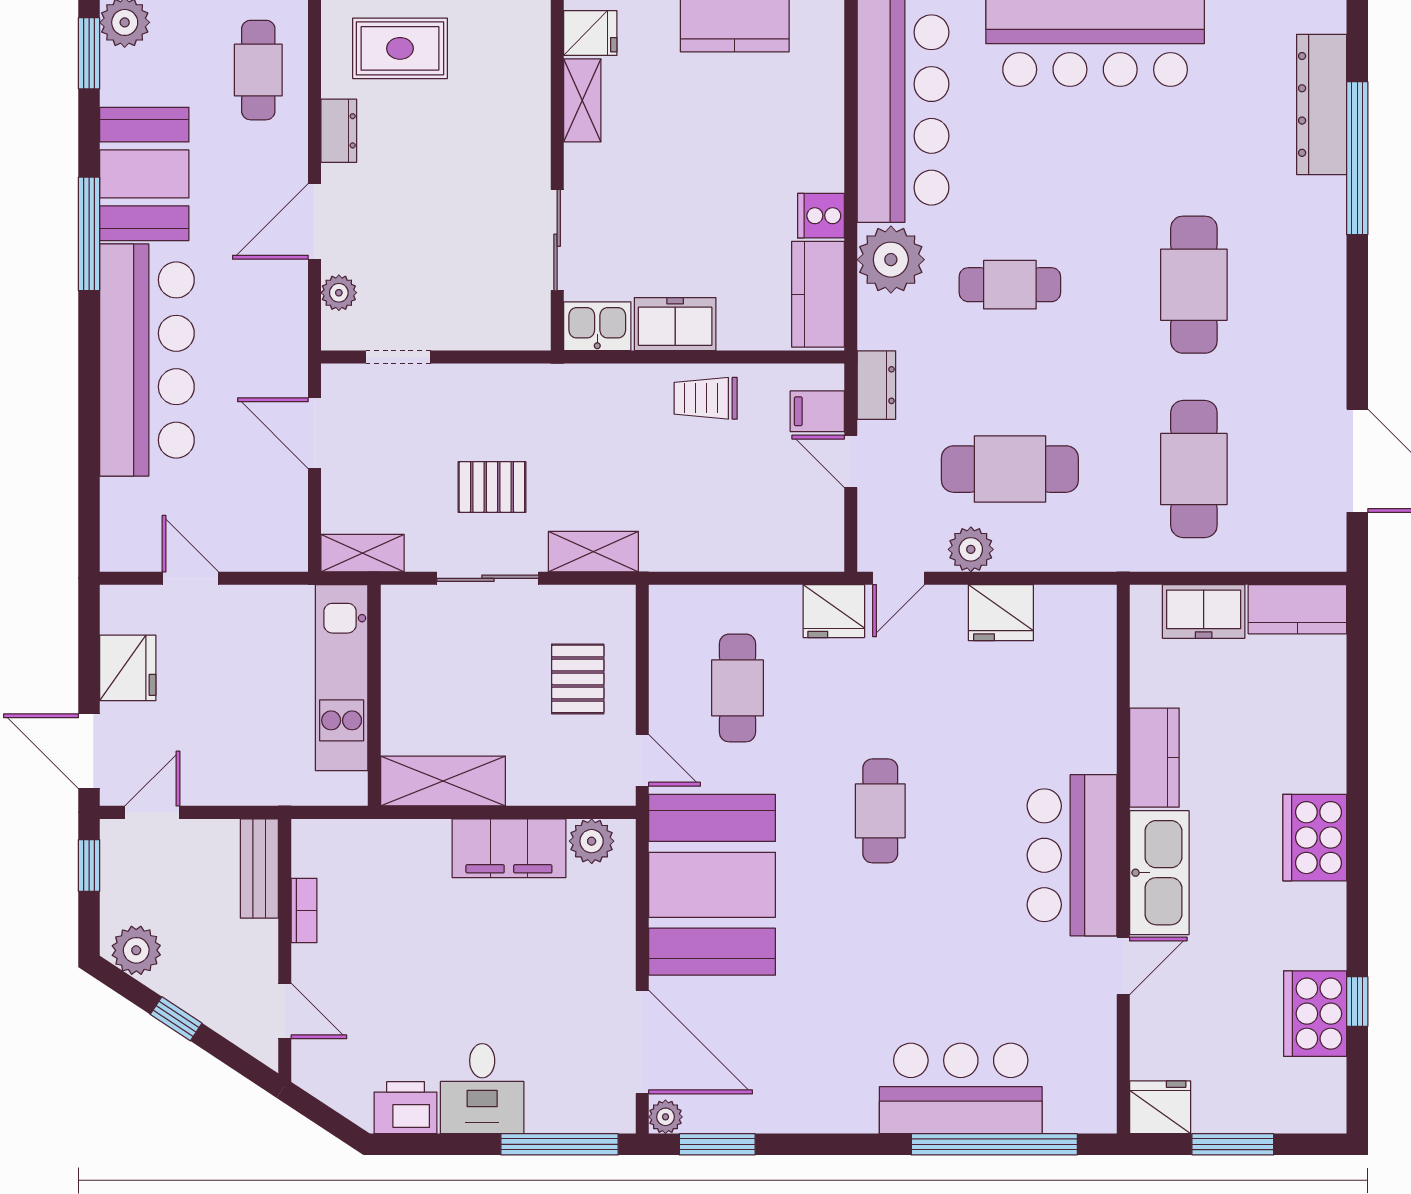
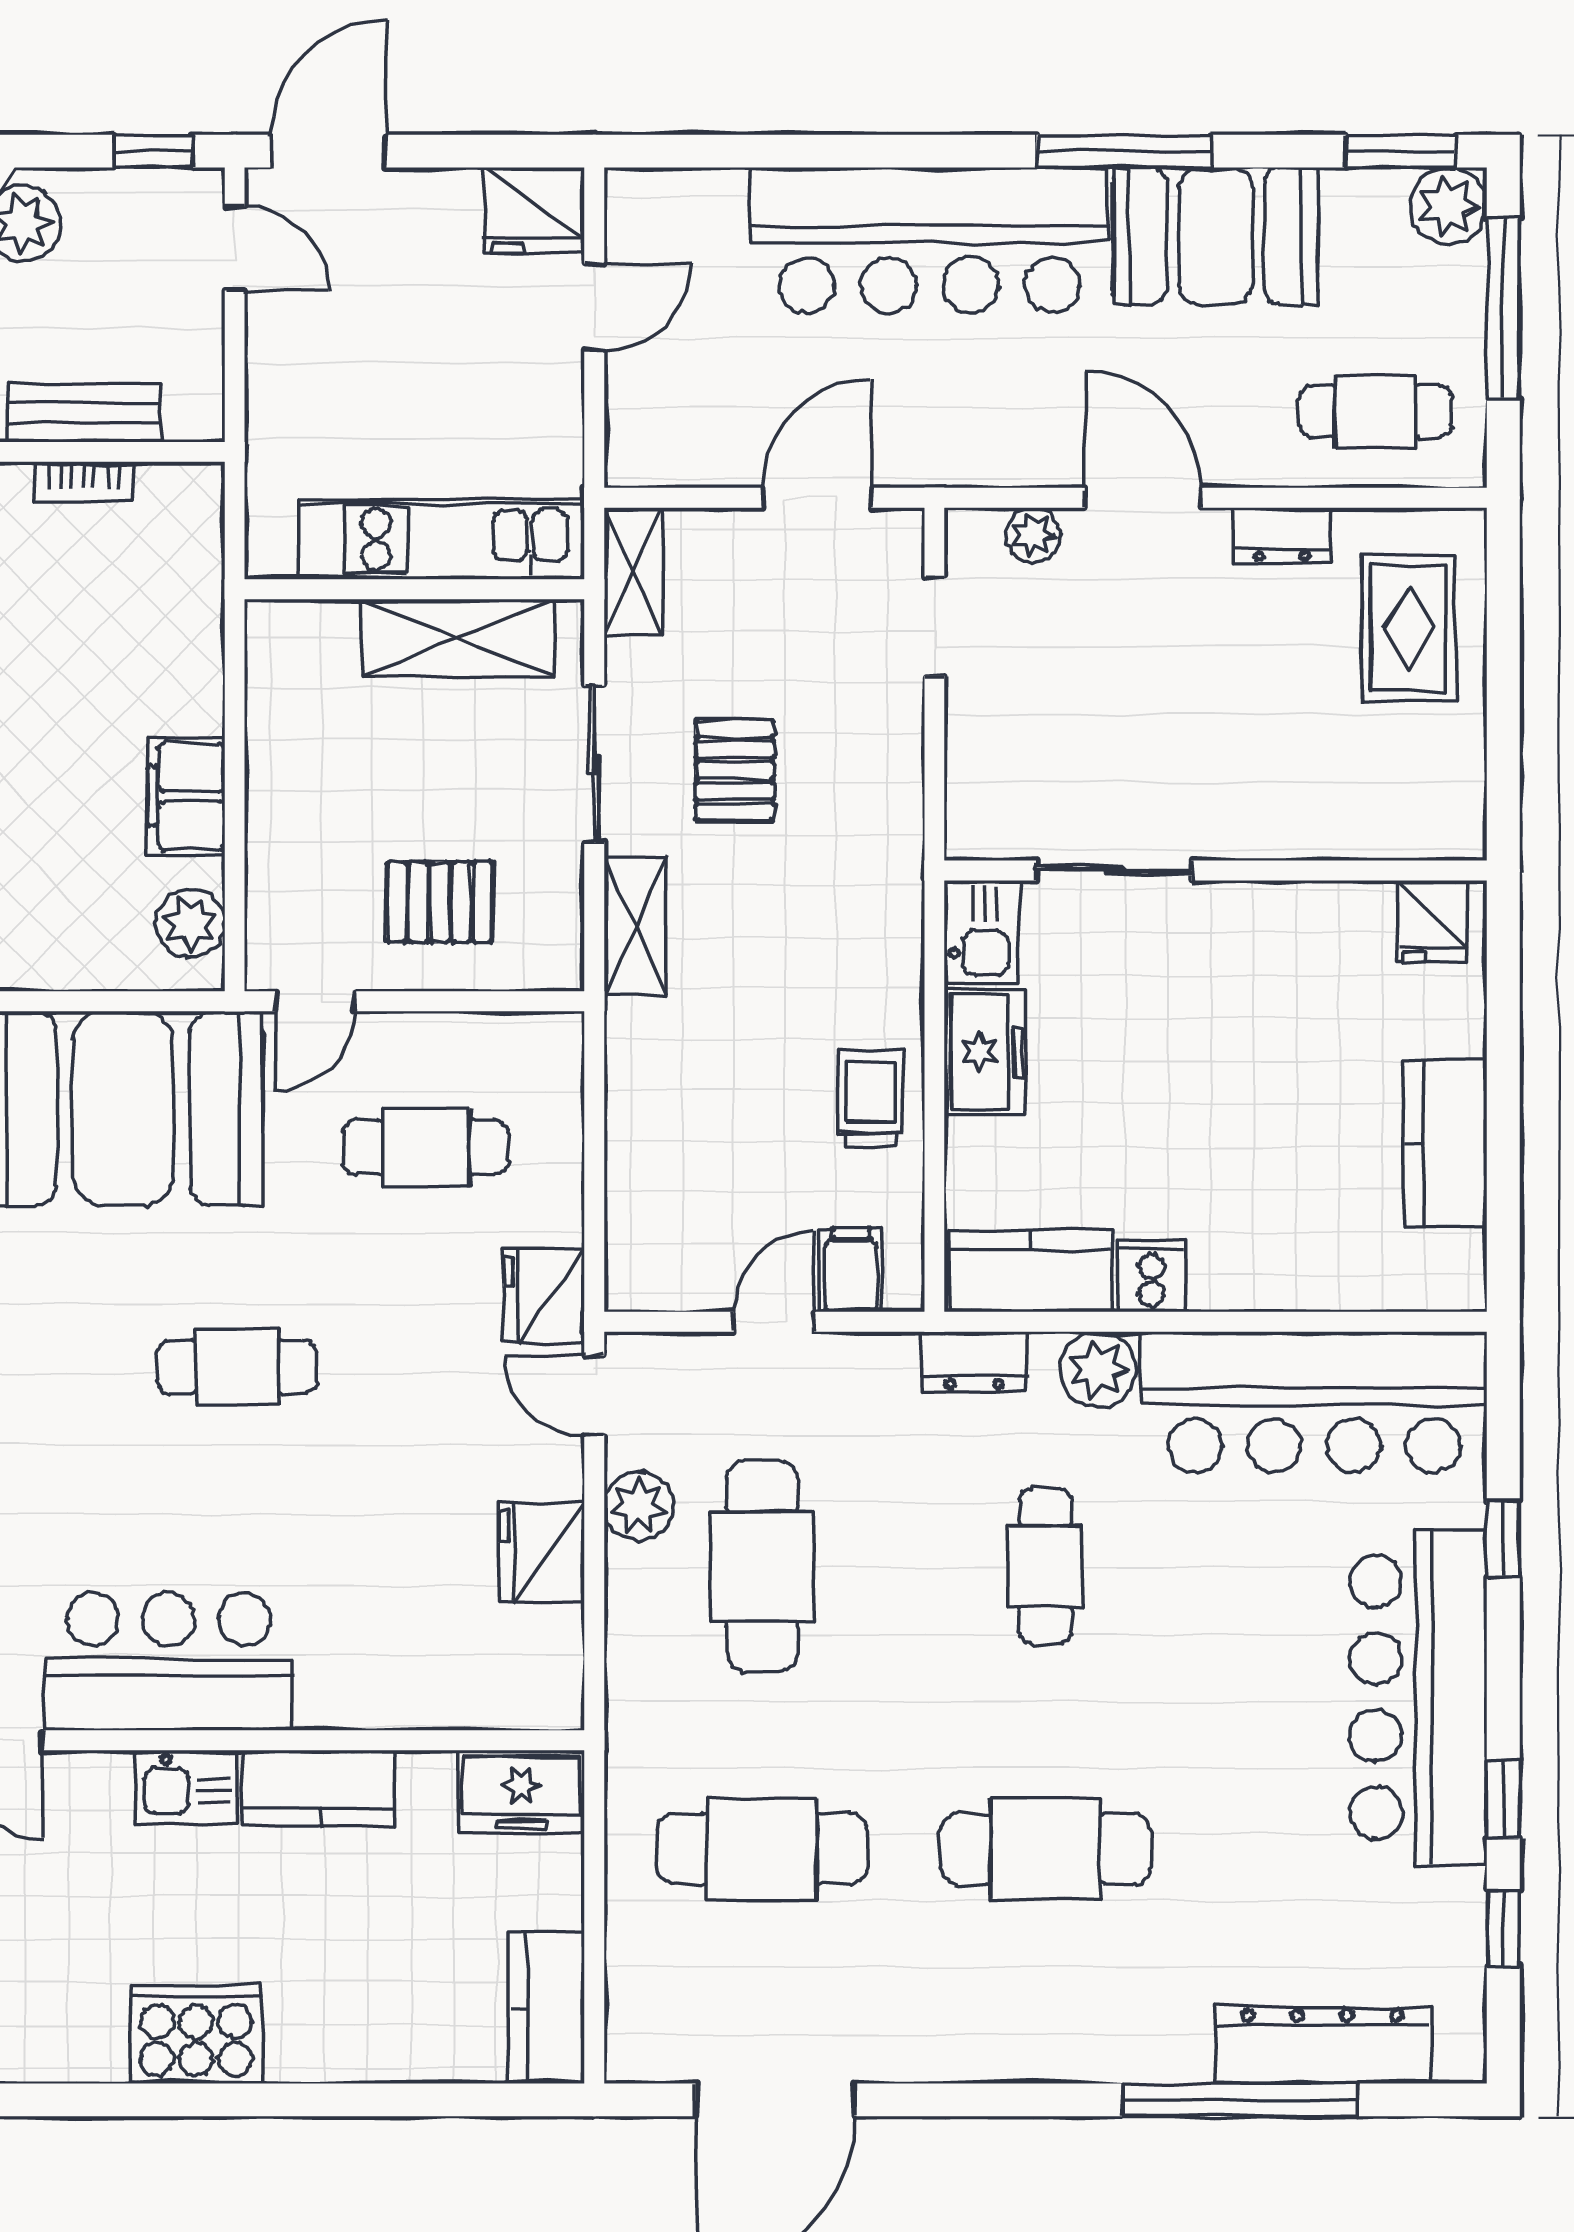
shelving: (582, 100) -> (1329, 909), removed
plant: (891, 260) -> (1098, 1369), width x0.73, depth x0.73
dresser: (876, 385) -> (974, 1361), moved
freezer: (1204, 611) -> (521, 1791), moved, turned -90
fridge: (128, 668) -> (534, 211), moved
shelving: (443, 781) -> (458, 637), moved, turned 90
filing cabinet: (509, 848) -> (186, 796), width x0.67, depth x0.86
bench: (259, 868) -> (84, 413), moved
kitchen sink: (1159, 873) -> (186, 1787), width x0.53, depth x0.81

